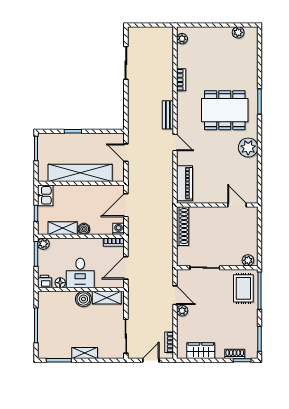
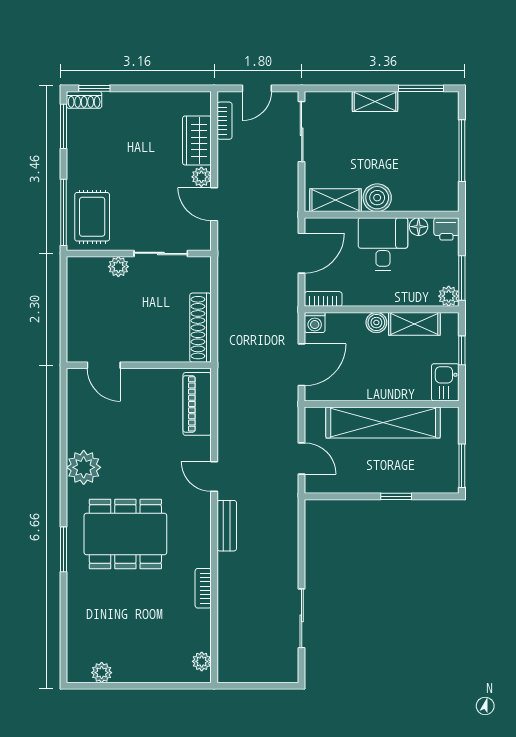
plant: (248, 260) -> (118, 267), moved
wardrobe: (201, 351) -> (197, 140), moved, turned 90
shoe rack: (235, 354) -> (84, 100), moved

